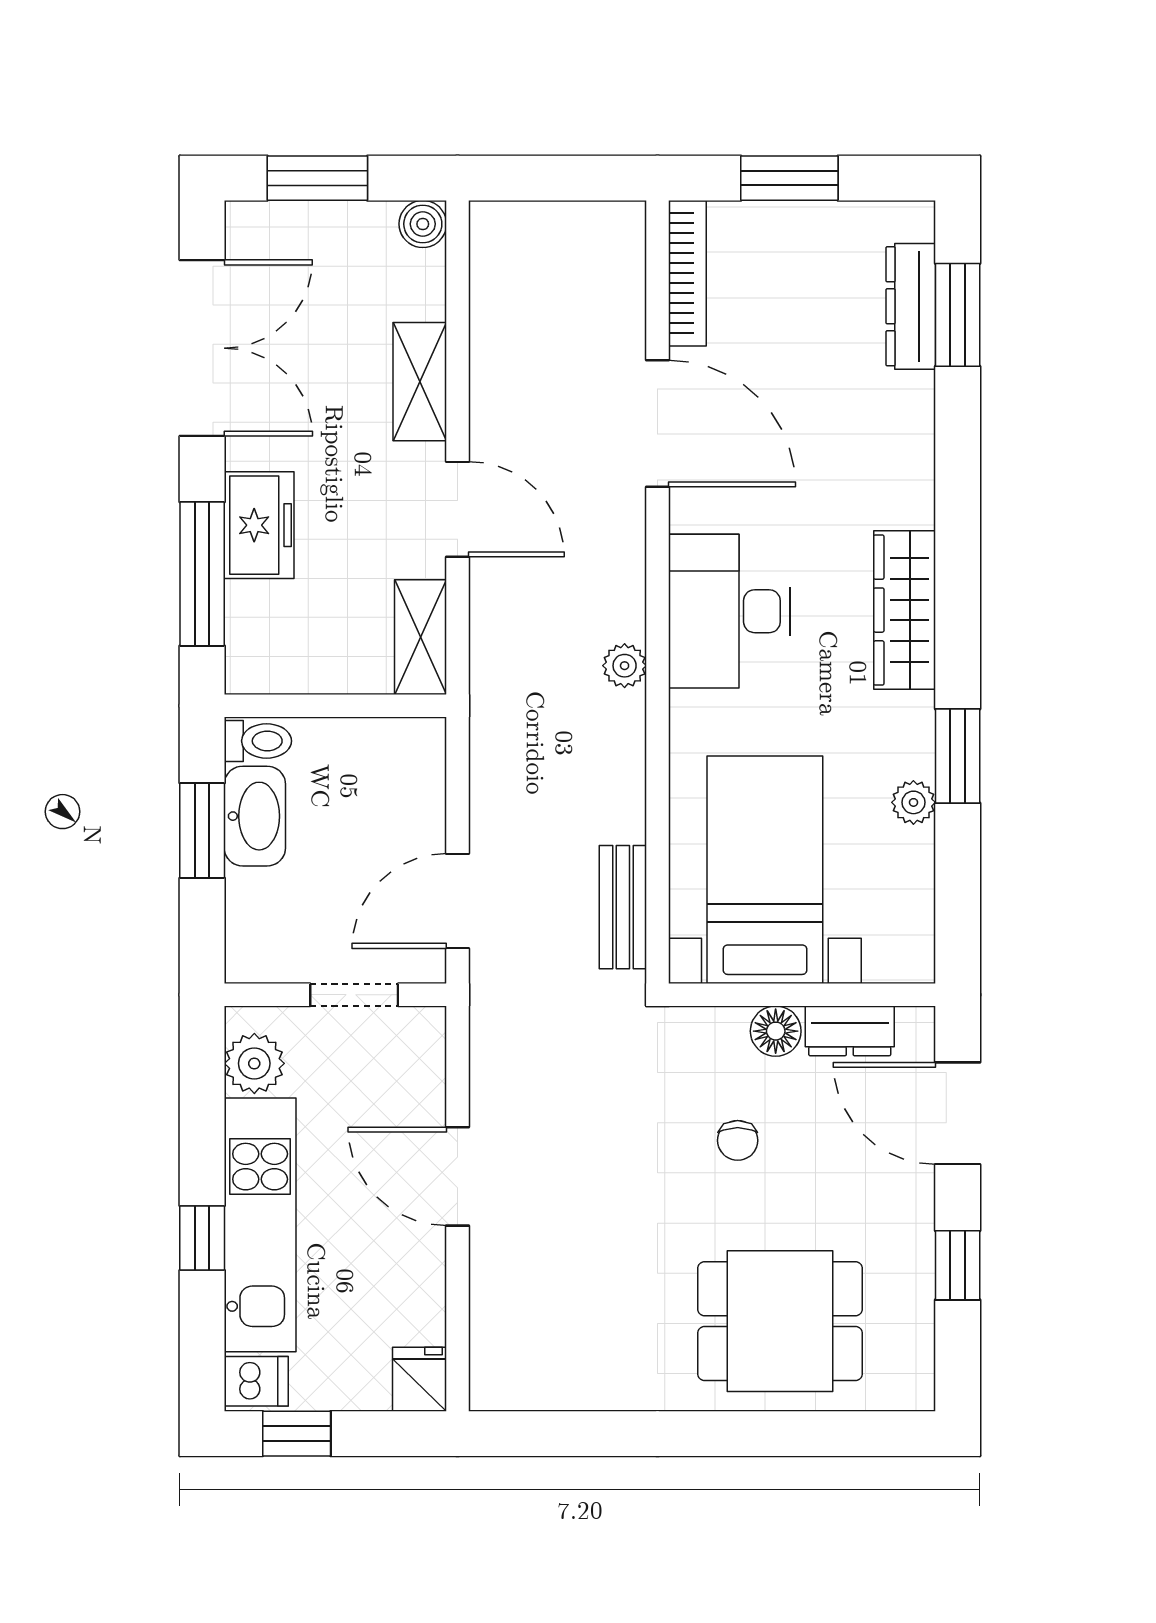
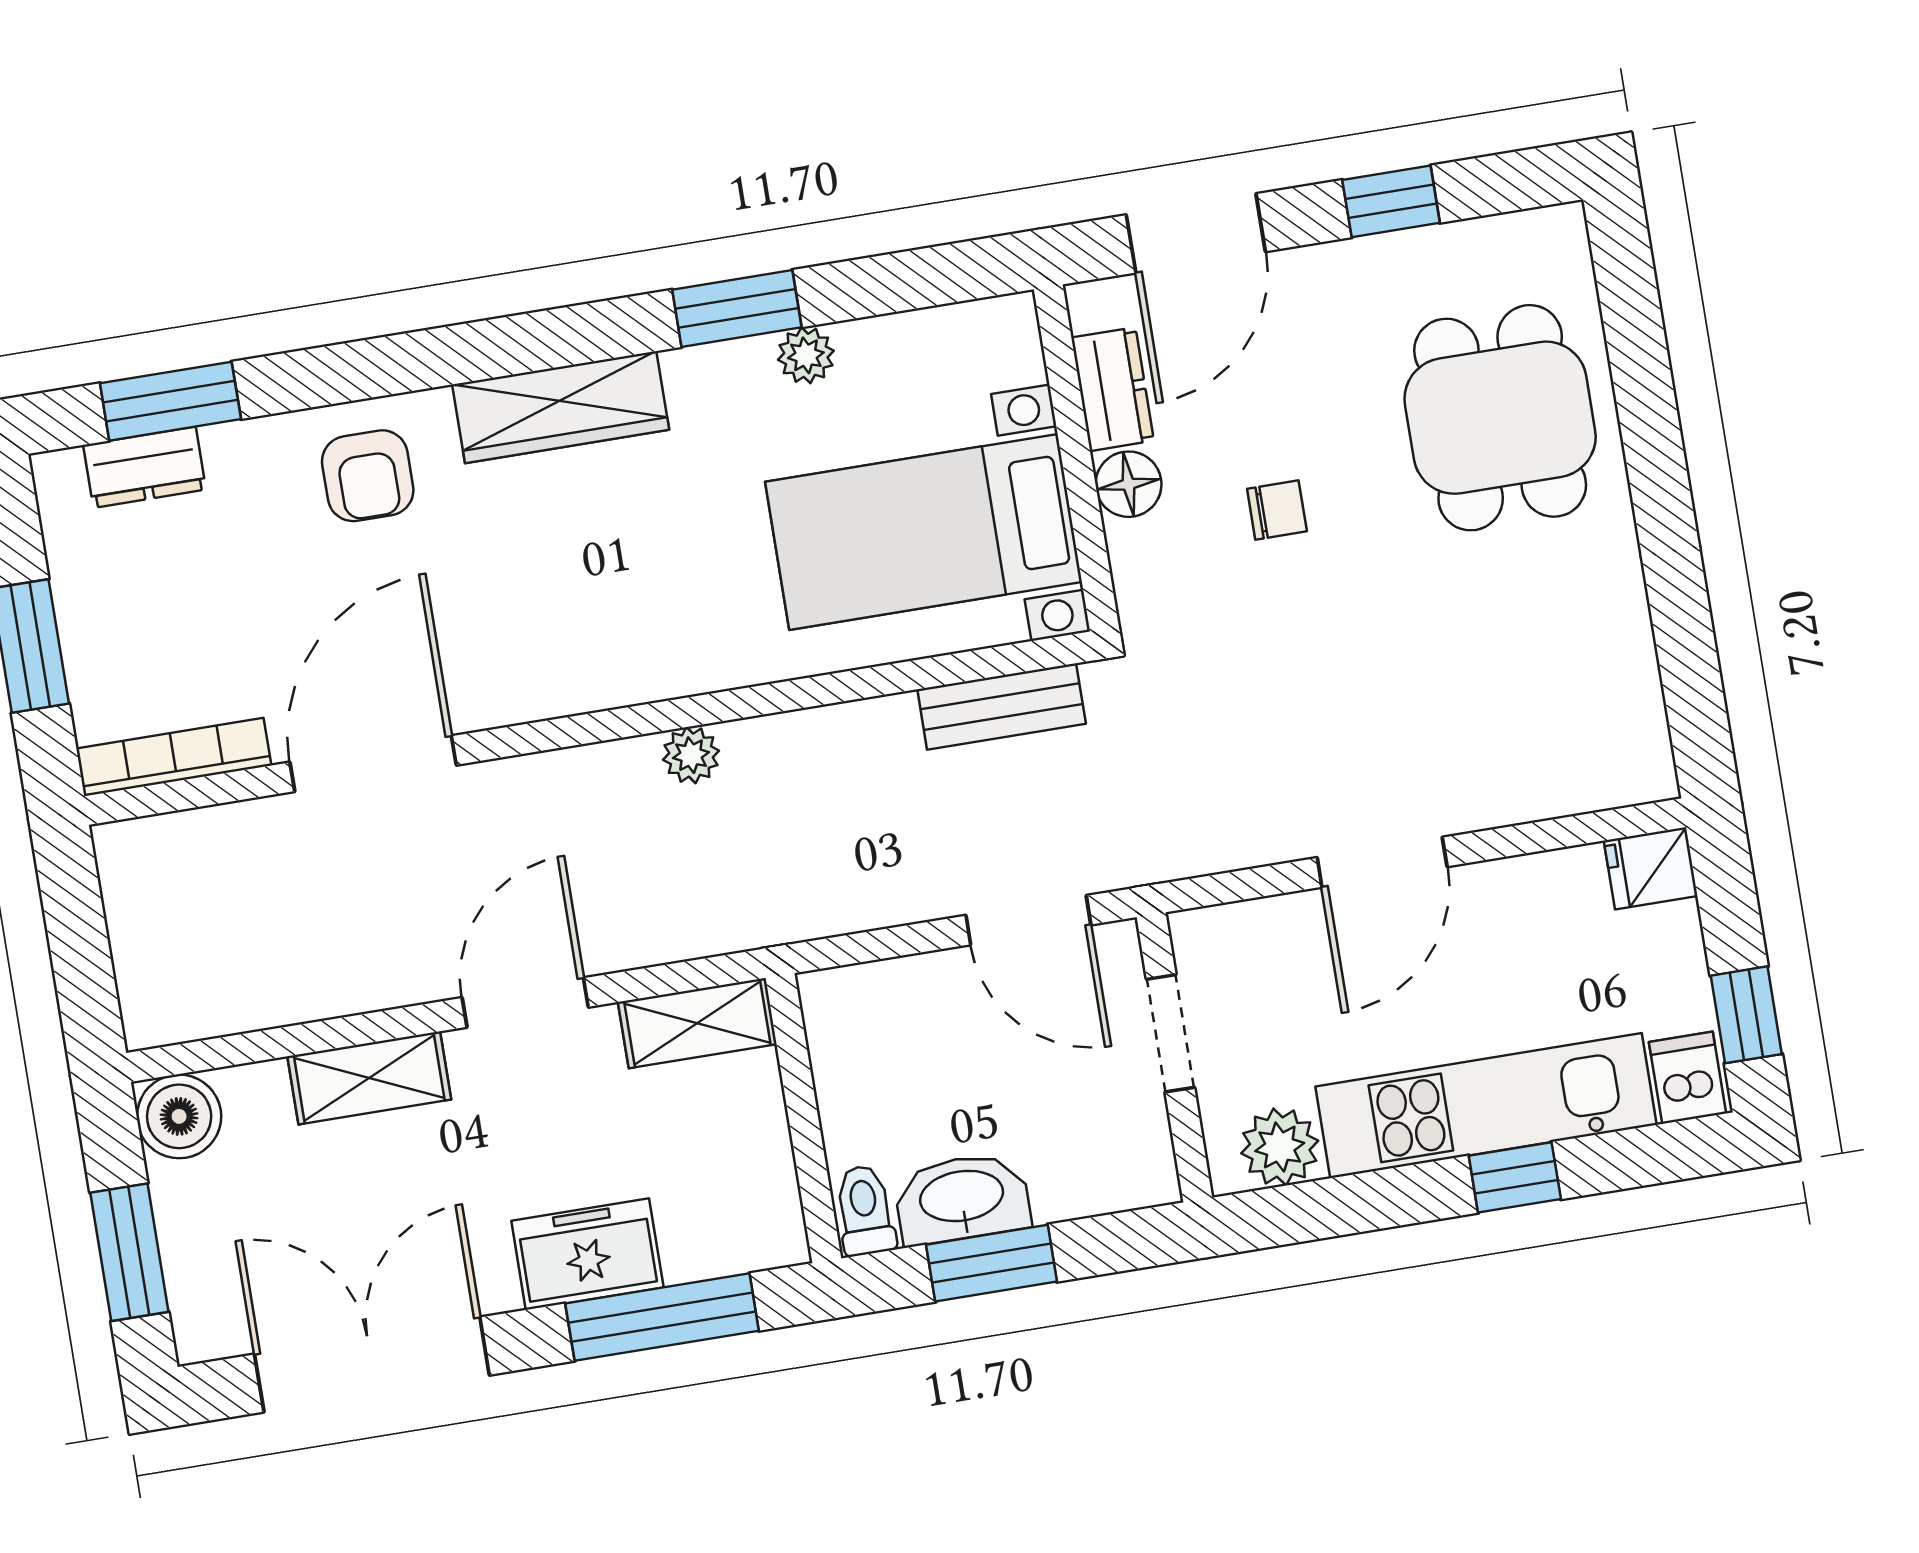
boiler: (423, 224) -> (179, 1116), width x1.36, depth x1.36
dresser: (911, 306) -> (145, 467), width x0.70
armchair: (877, 455) -> (368, 476), added
desk: (729, 611) -> (599, 632), removed

